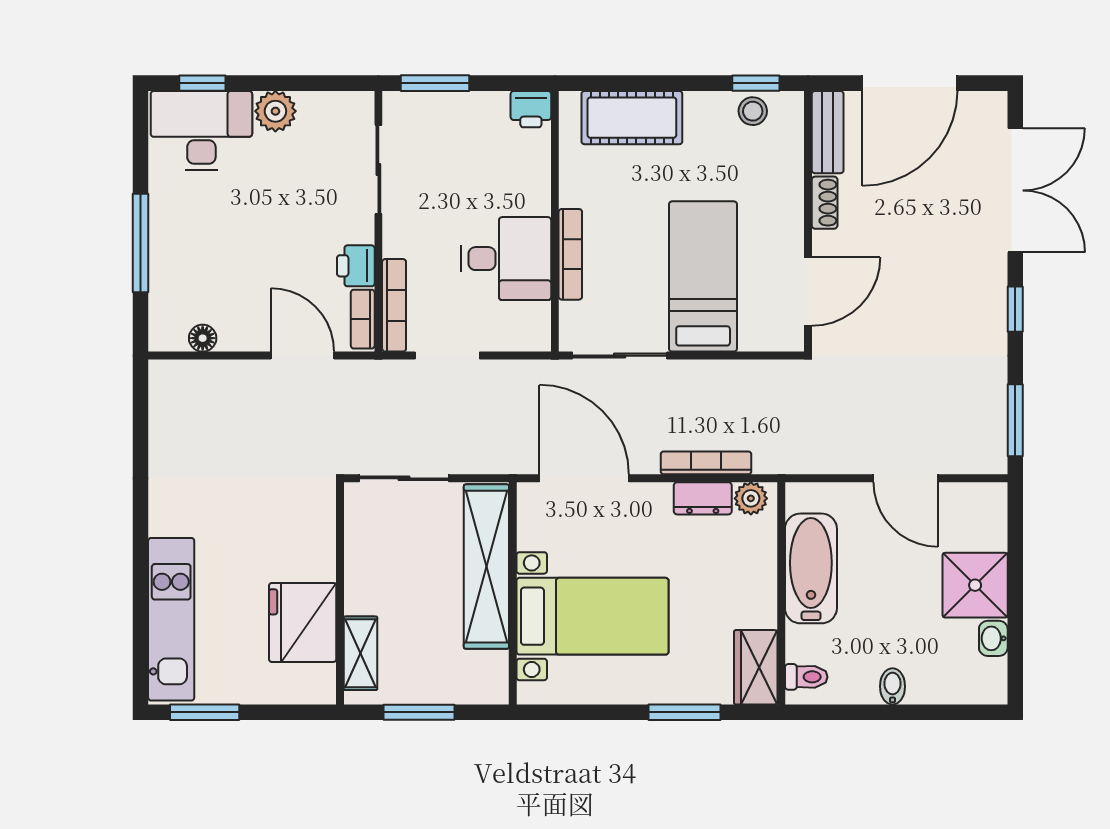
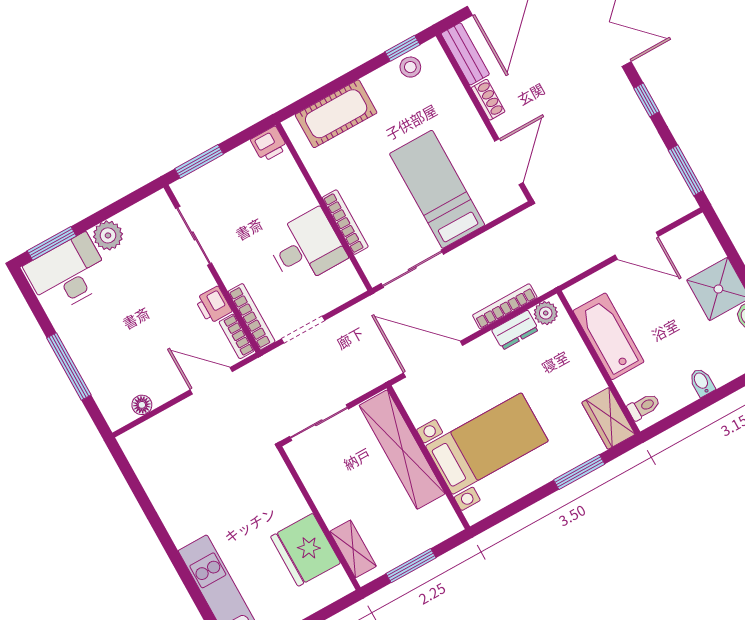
window: (202, 83) -> (52, 243), width x1.50

